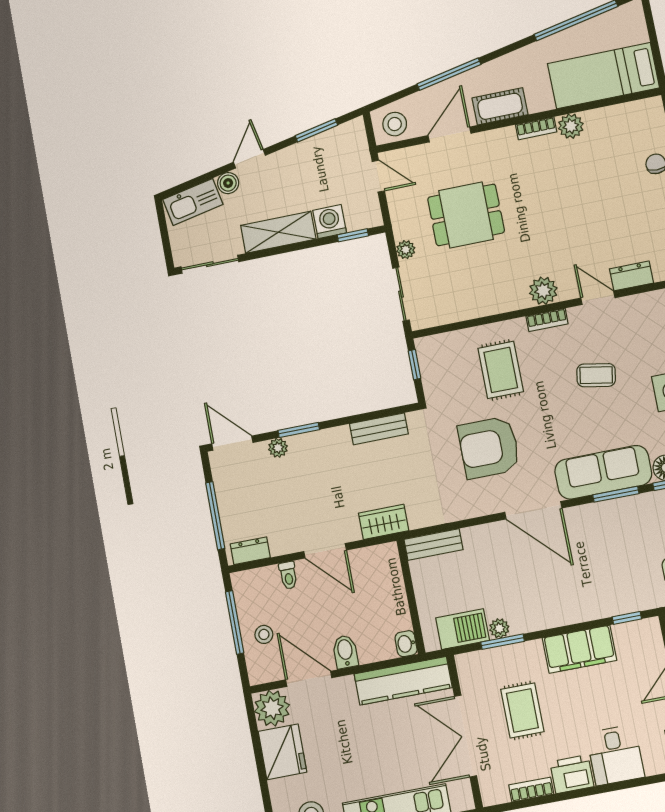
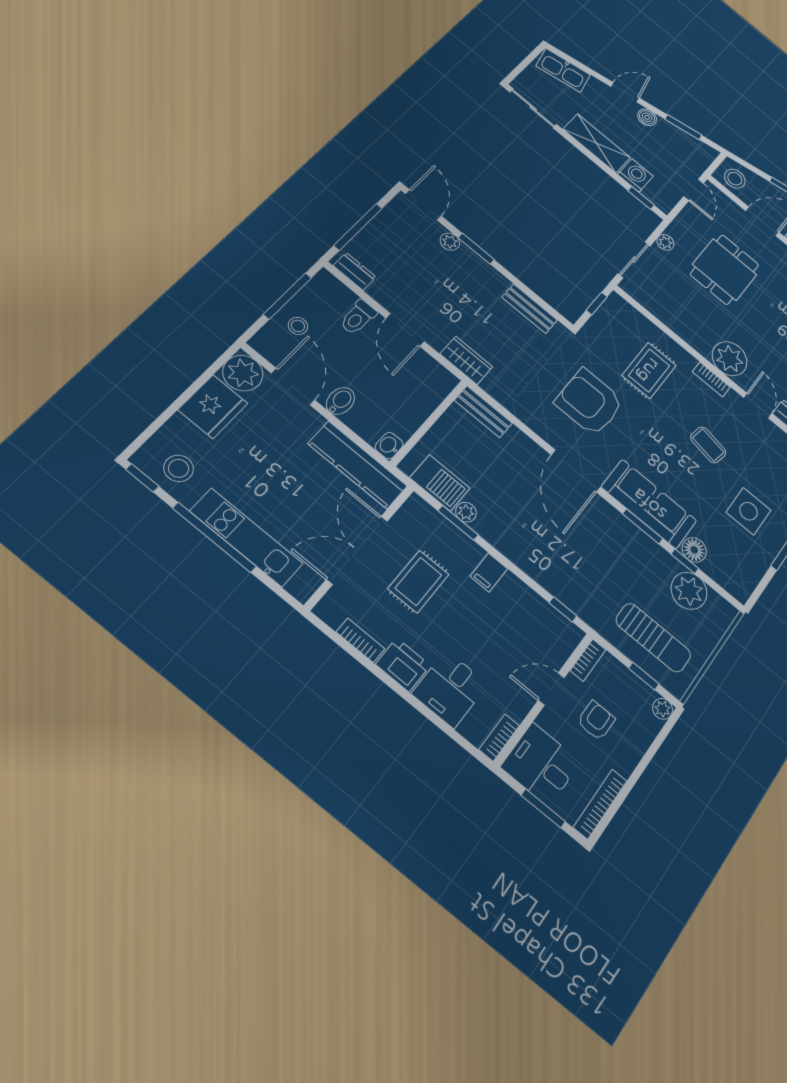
boiler: (228, 183) -> (647, 117), moved
dining table: (466, 215) -> (725, 270), turned 90
plant: (543, 291) -> (730, 359), width x1.36, depth x1.36
toilet: (288, 575) -> (358, 317), width x1.37, depth x1.39
filing cabinet: (579, 649) -> (489, 572), width x0.33, depth x0.86

